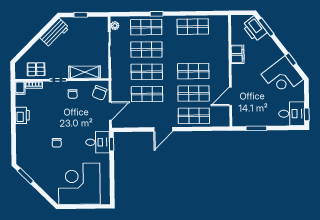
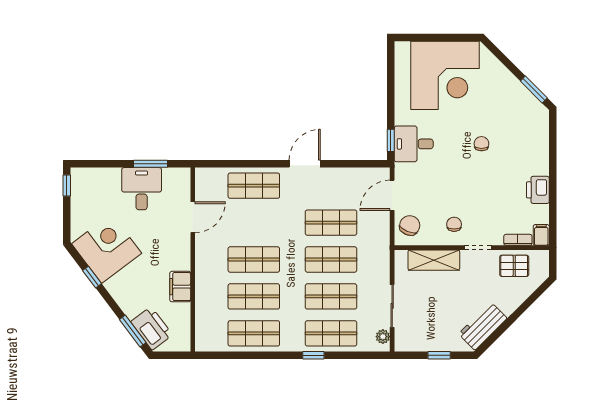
shop shelf: (194, 93) -> (254, 296), moved
desk: (292, 114) -> (142, 189), moved, turned 90

